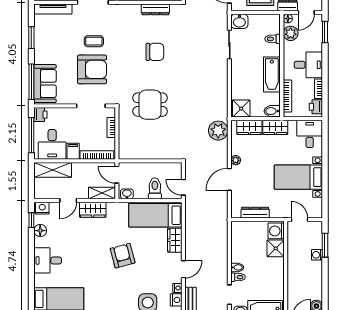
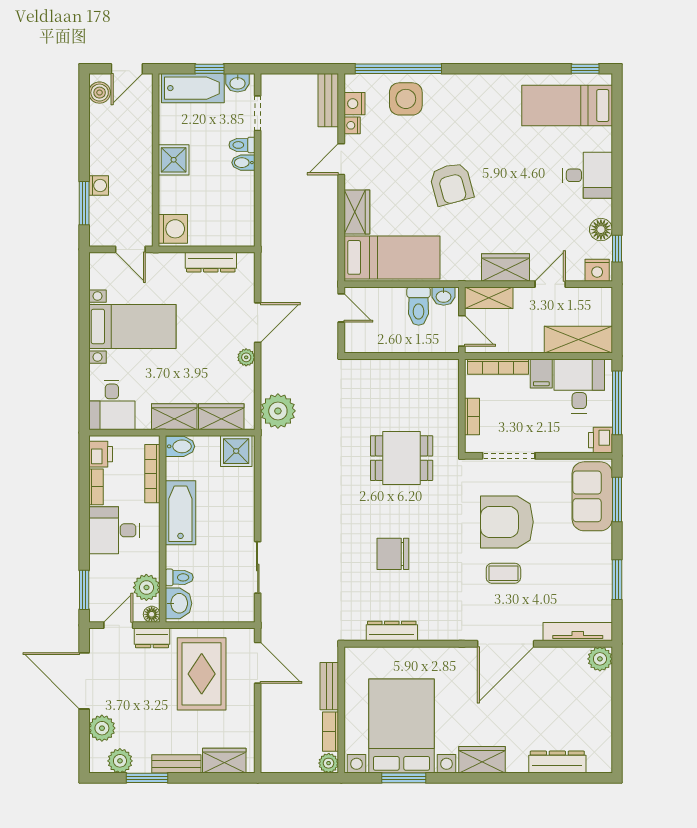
washbasin: (239, 21) -> (178, 603), moved, turned 90
window: (31, 82) -> (617, 499), width x0.69
toilet: (155, 188) -> (419, 306), moved
shower: (276, 248) -> (174, 160), moved

